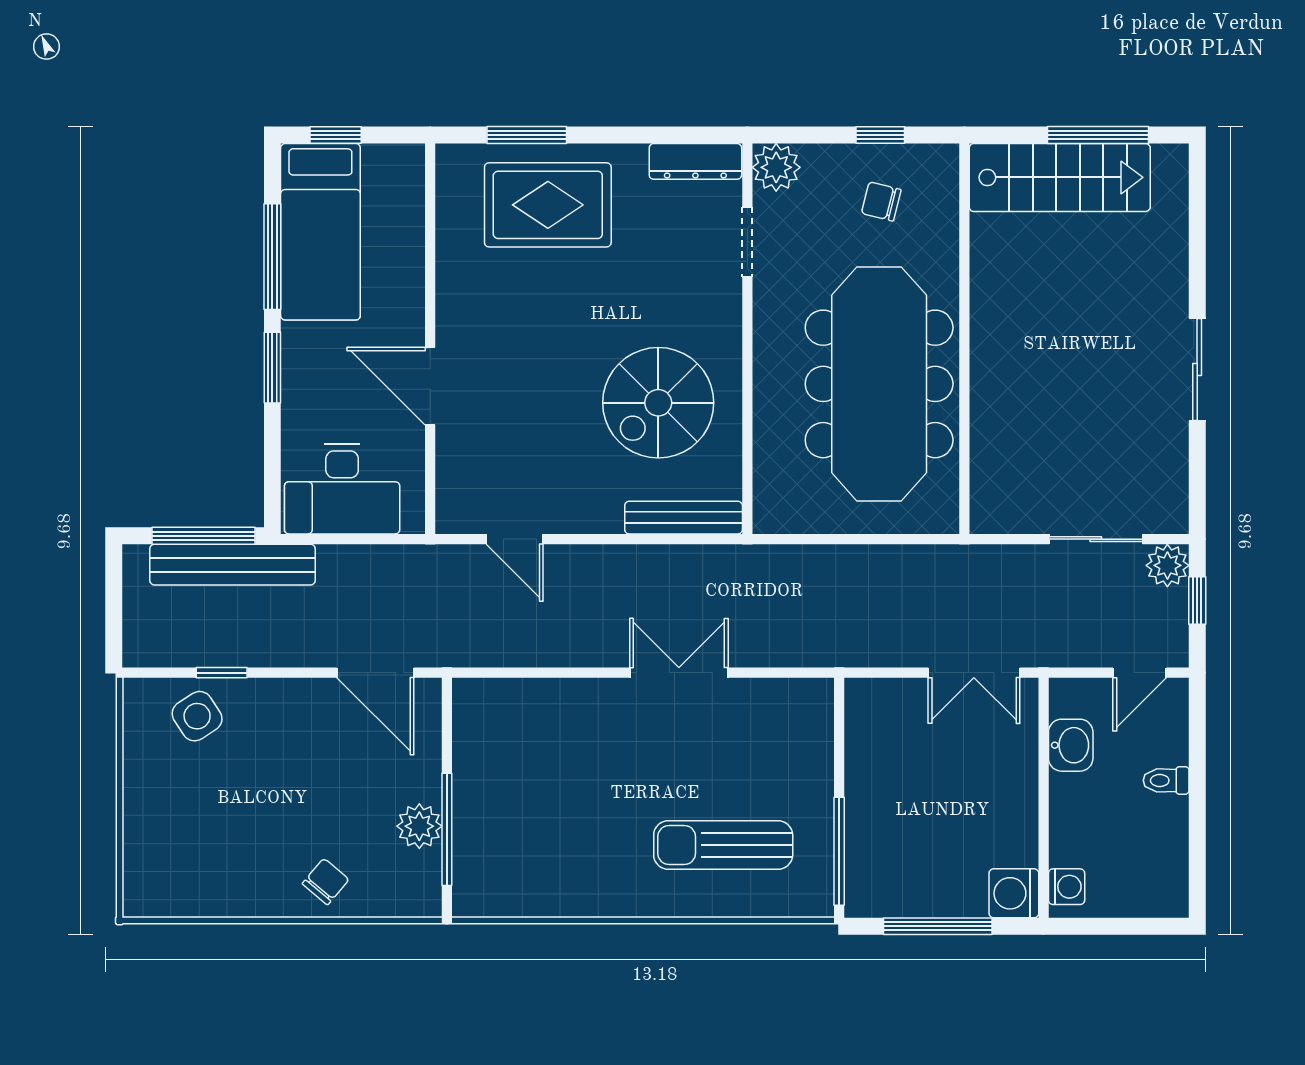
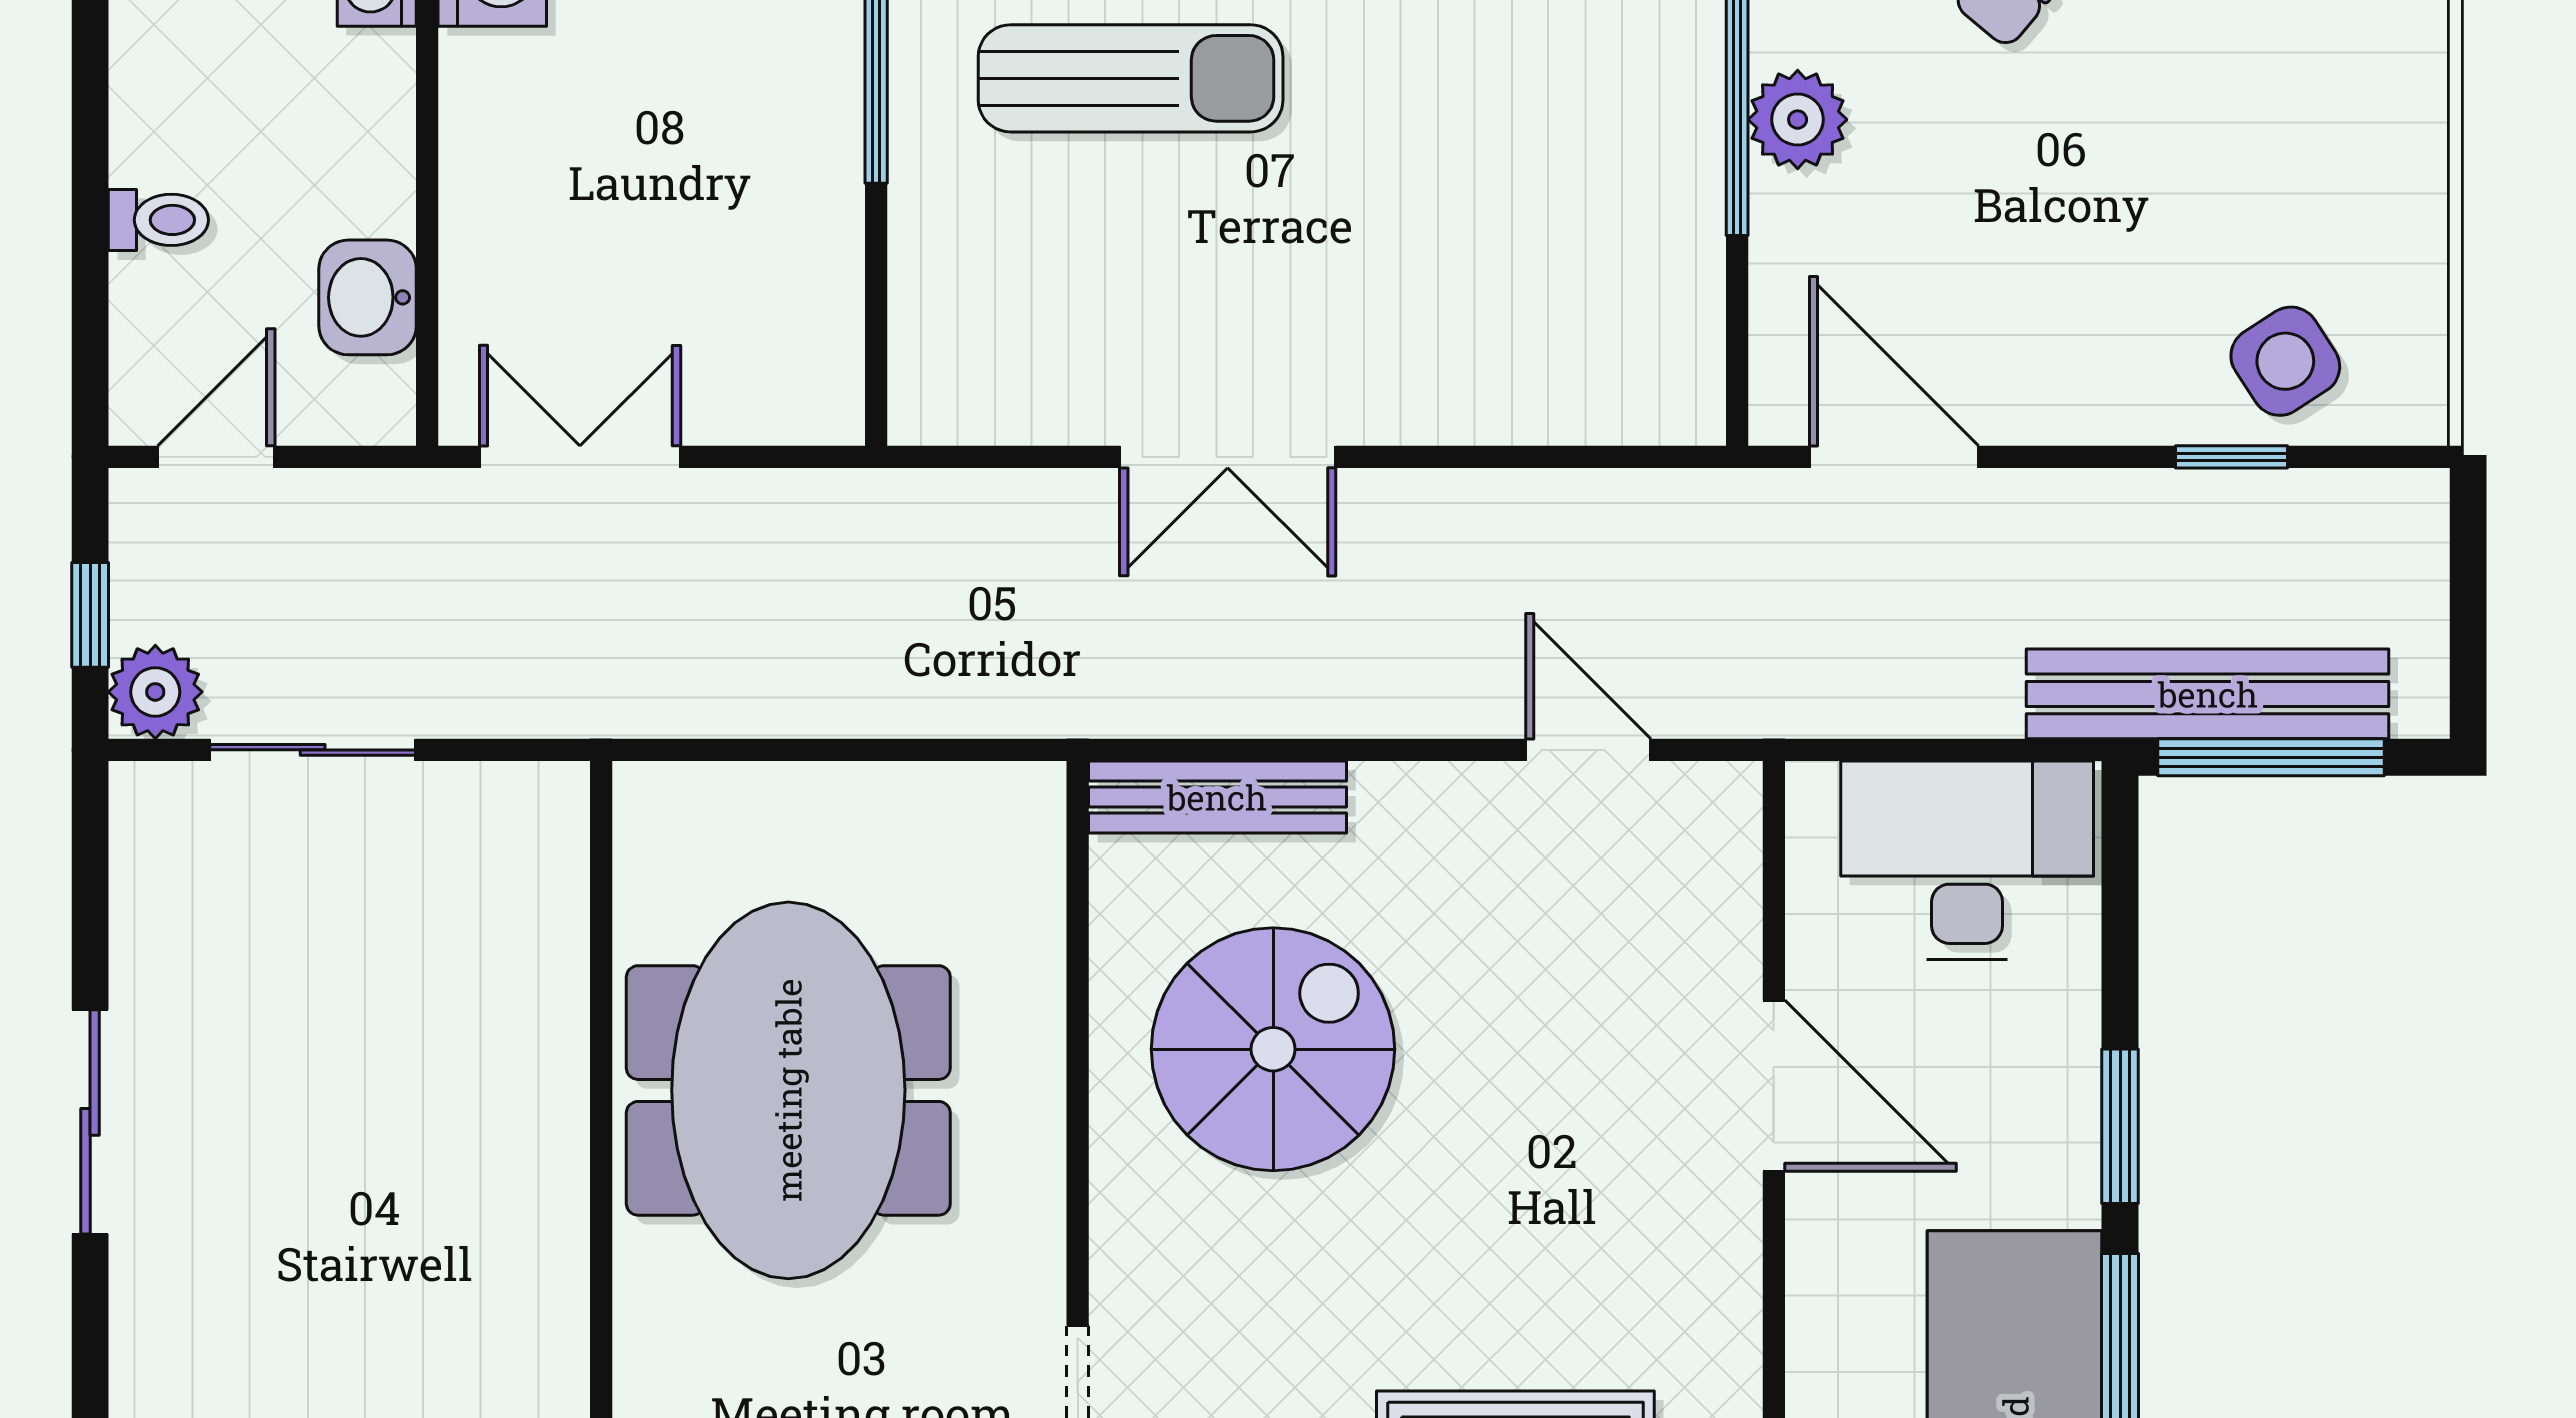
meeting table: (879, 384) -> (788, 1090), width x0.73

